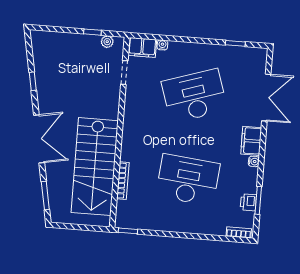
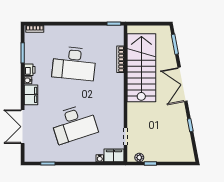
printer: (248, 202) -> (30, 70), moved

